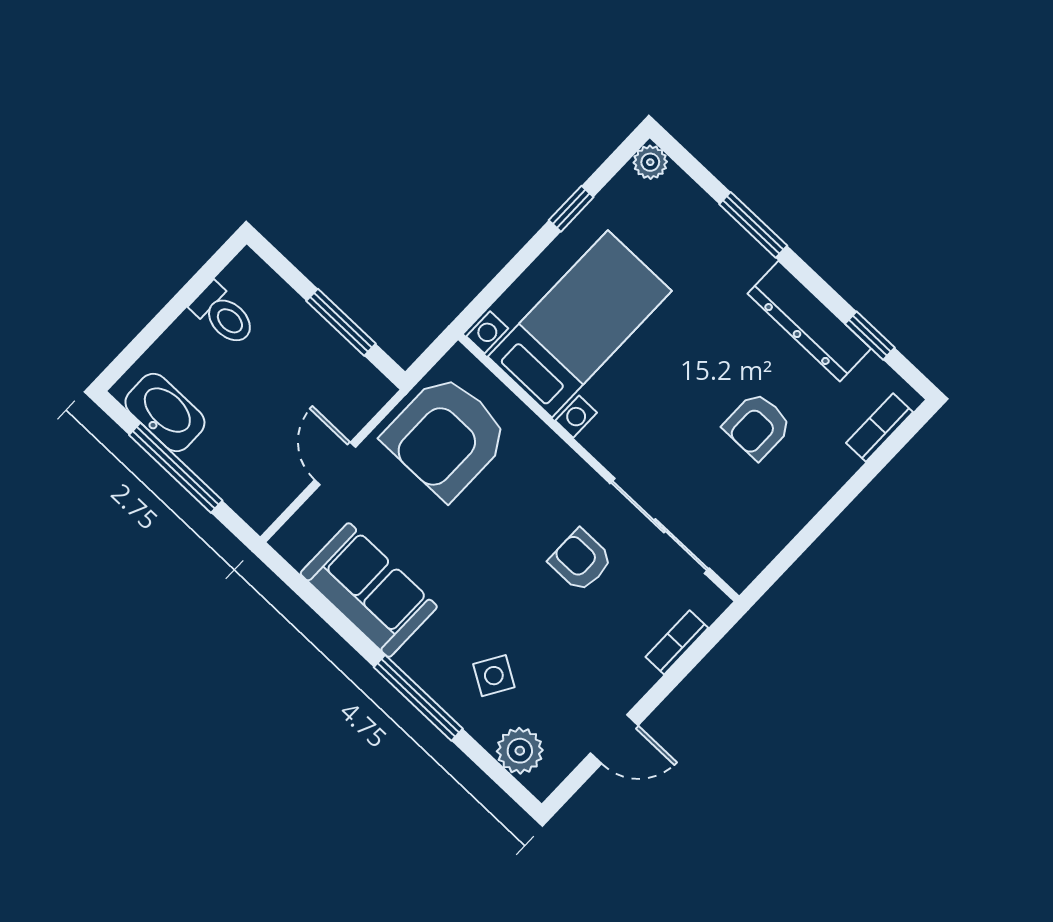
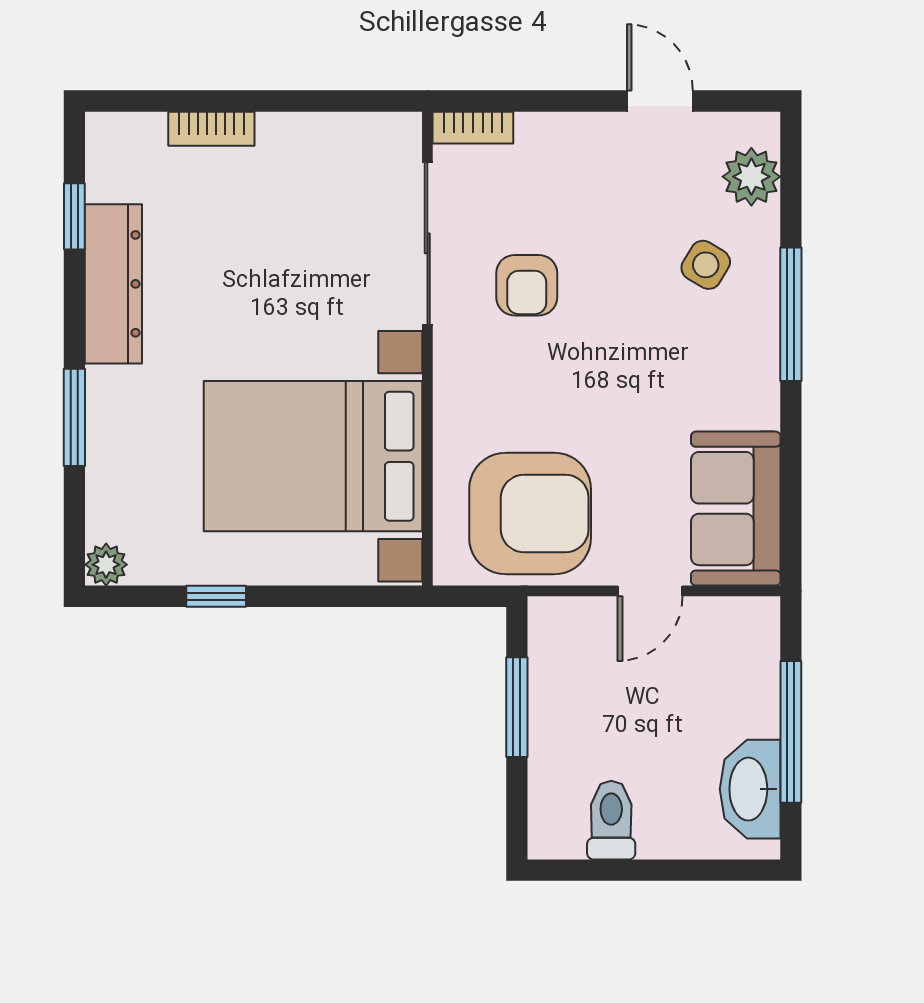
bed with nightstands: (580, 324) -> (313, 456), width x1.36
armchair: (757, 426) -> (253, 241), removed
bookcase: (879, 427) -> (211, 129), moved
sofa: (369, 590) -> (736, 509), moved
bookcase: (677, 642) -> (473, 128), moved

